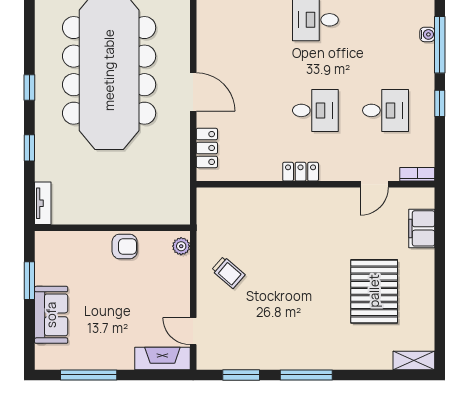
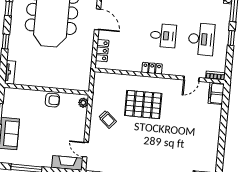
desk: (385, 110) -> (201, 39), width x1.37
filing cabinet: (422, 228) -> (216, 93), moved
pallet: (374, 291) -> (143, 104), moved, turned 90

